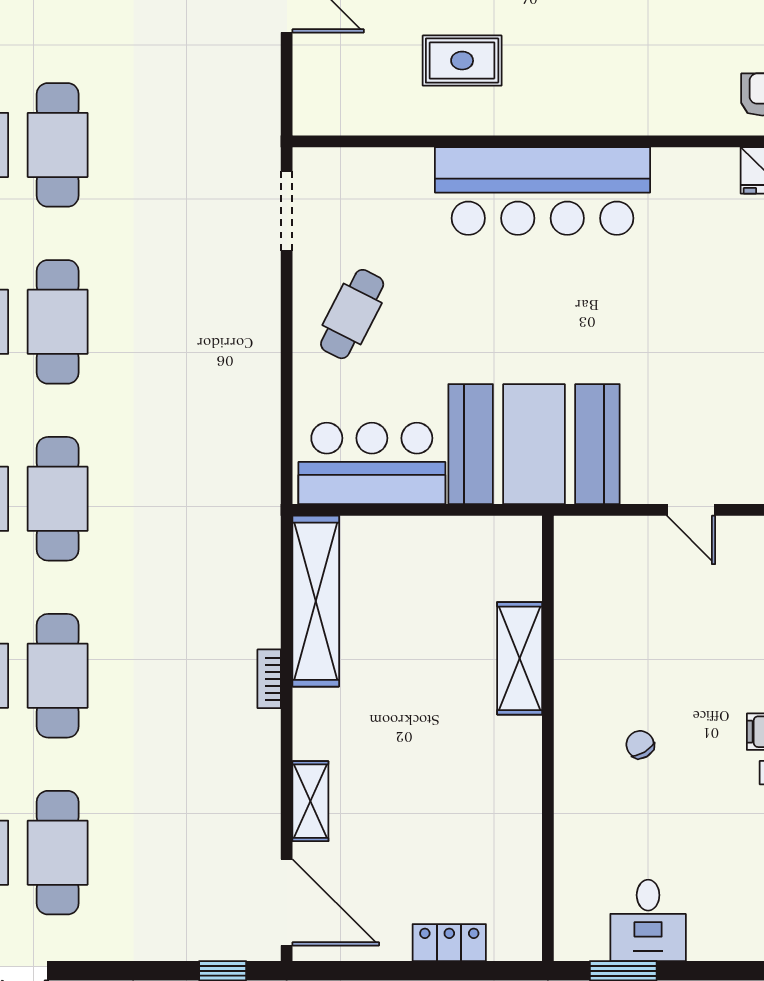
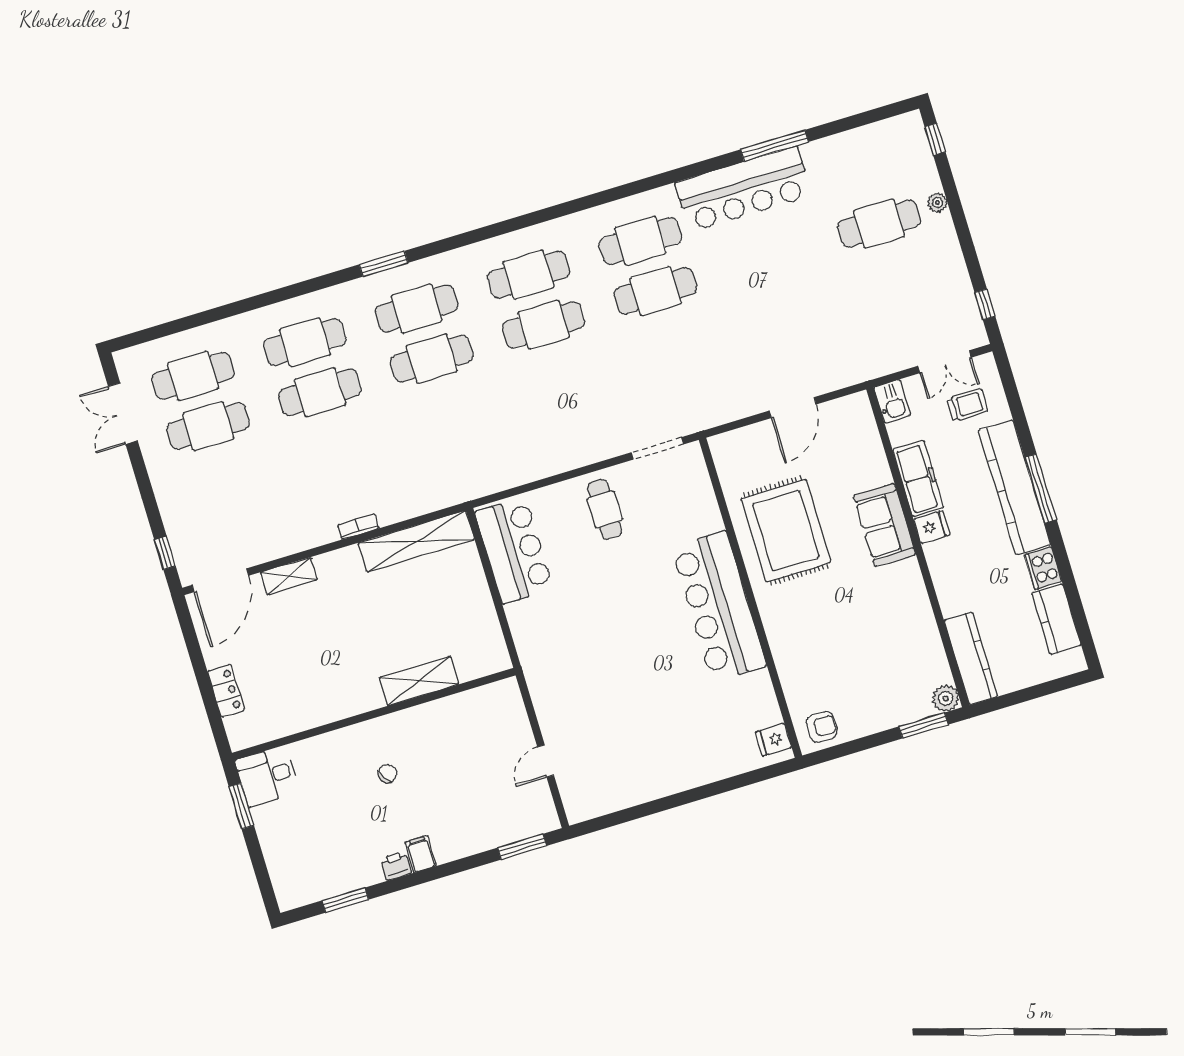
rug: (462, 61) -> (786, 531), width x1.86, depth x2.06
cafe table: (352, 314) -> (605, 509), turned 63
booth: (534, 444) -> (557, 649), removed
desk: (648, 920) -> (267, 776), moved

